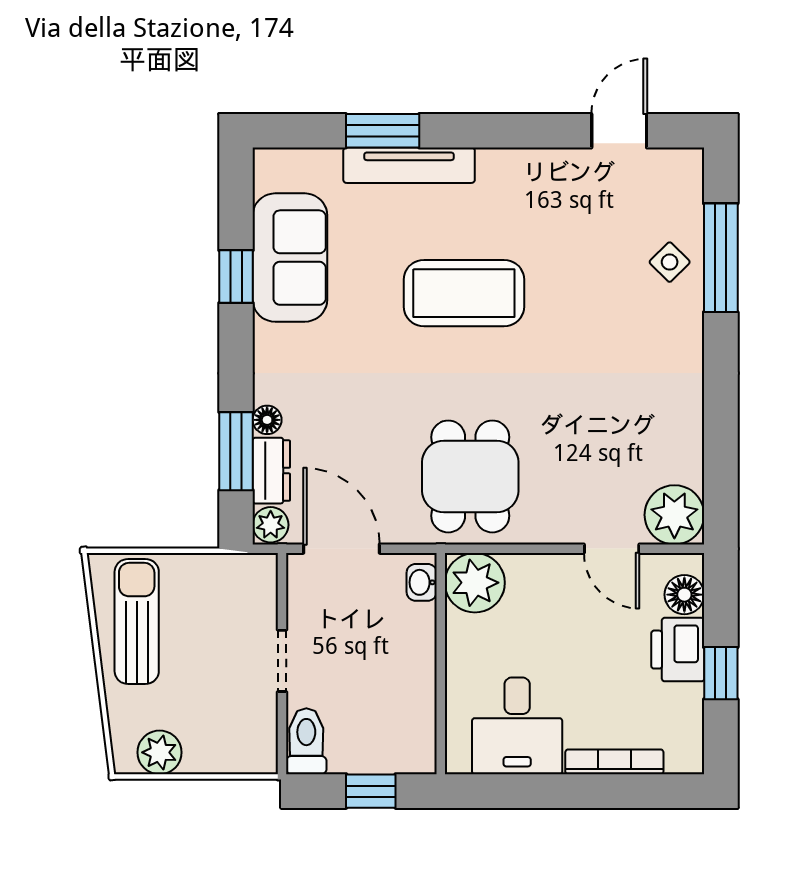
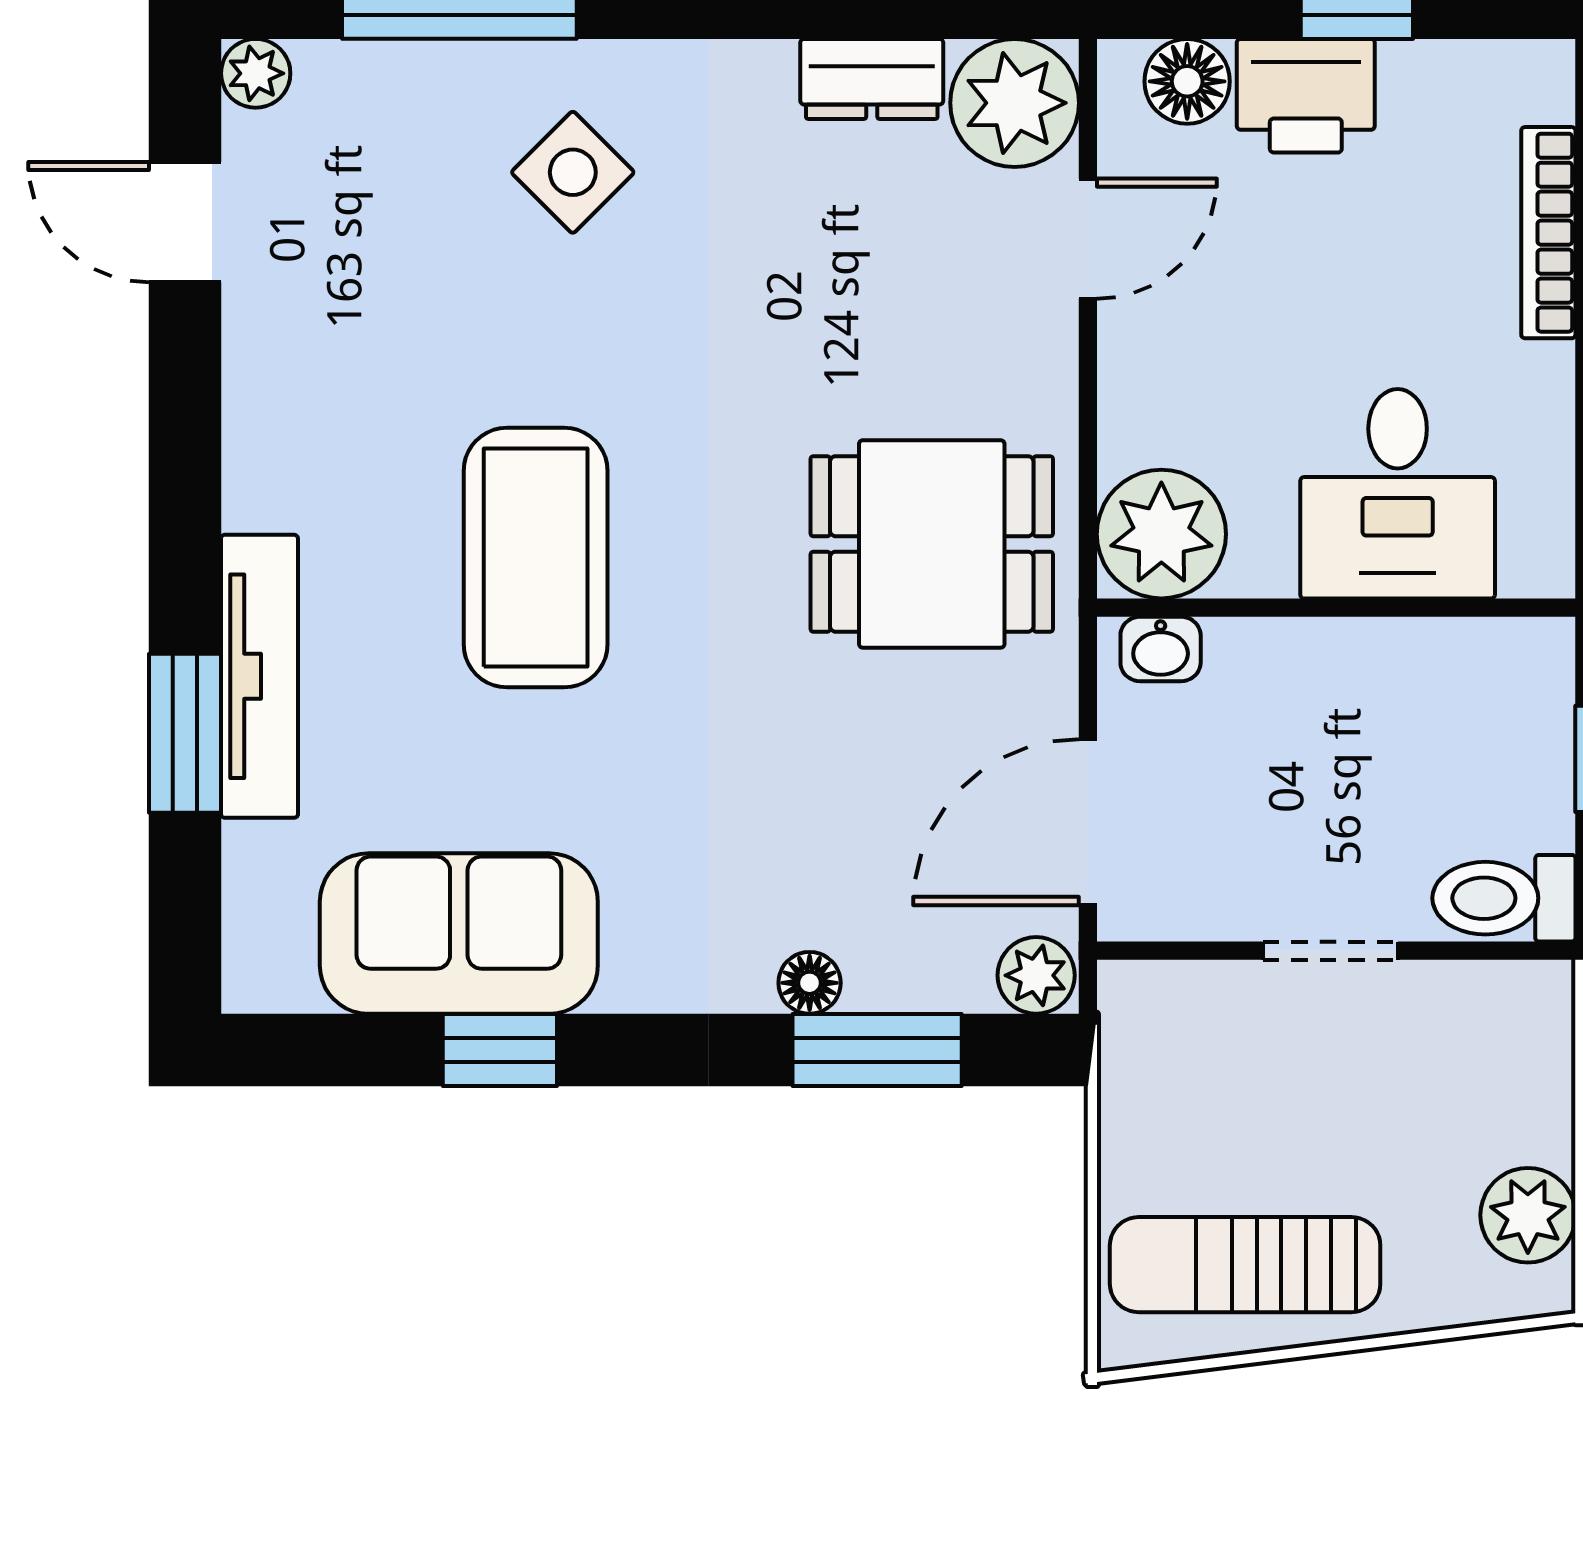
plant: (688, 163) -> (256, 73), added
side table: (670, 262) -> (573, 172), moved, width x1.37, depth x1.37
dresser: (271, 471) -> (872, 79), moved, turned 180
desk: (517, 726) -> (1398, 494), moved, turned 90

